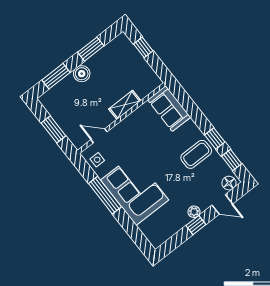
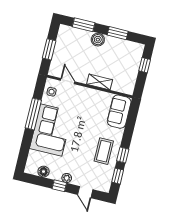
coffee table: (196, 154) -> (104, 151), turned 90
floor lamp: (229, 183) -> (44, 172), moved

